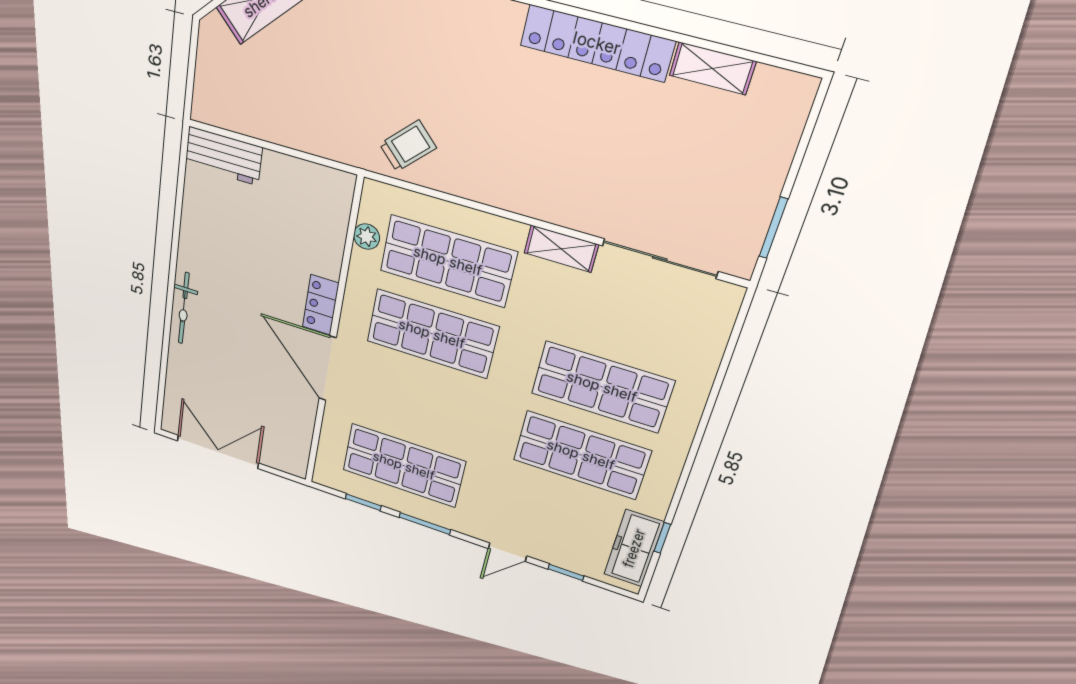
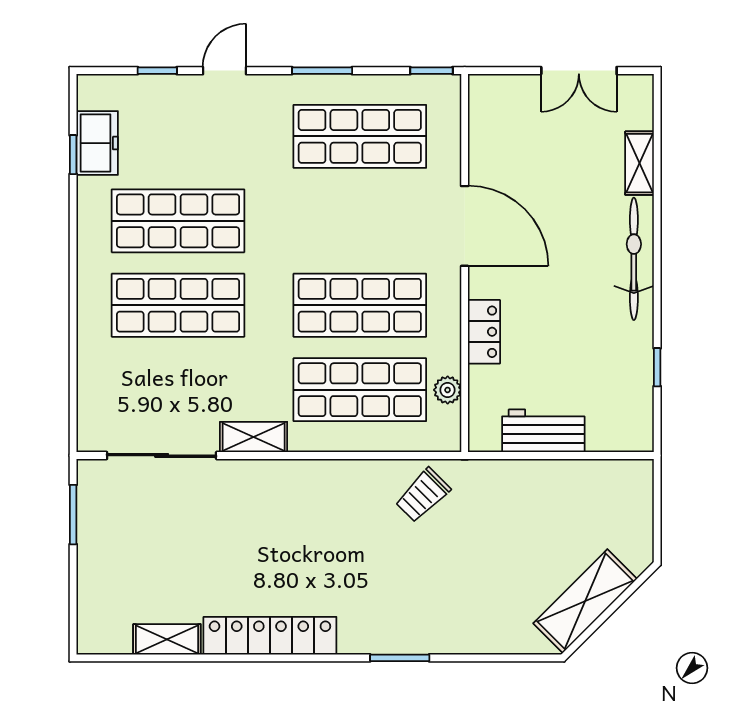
workbench: (223, 156) -> (543, 431), moved
window: (179, 201) -> (657, 367), added
locker: (321, 305) -> (484, 332), moved
bicycle: (184, 308) -> (634, 259), width x1.37, depth x1.40
shelving: (178, 369) -> (639, 163), added
double door: (218, 452) -> (579, 71), width x0.73
window: (363, 502) -> (431, 71), moved
freezer: (634, 548) -> (97, 143), width x0.71

